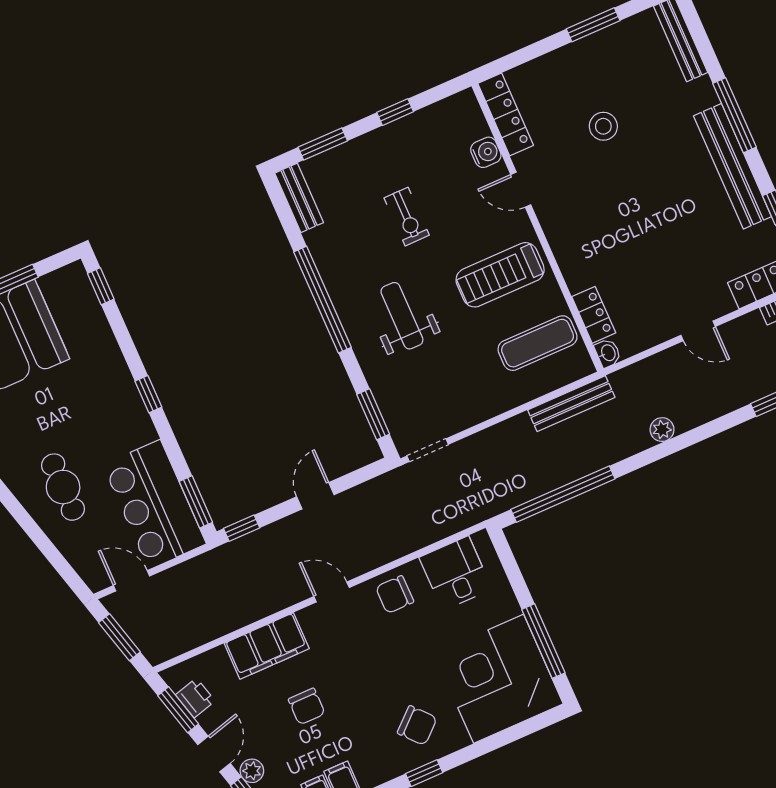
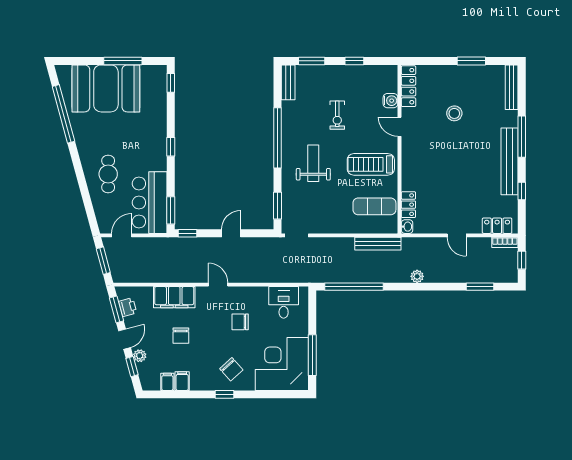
door: (132, 581) -> (122, 235), hinge flipped
chair: (395, 594) -> (240, 322), moved

